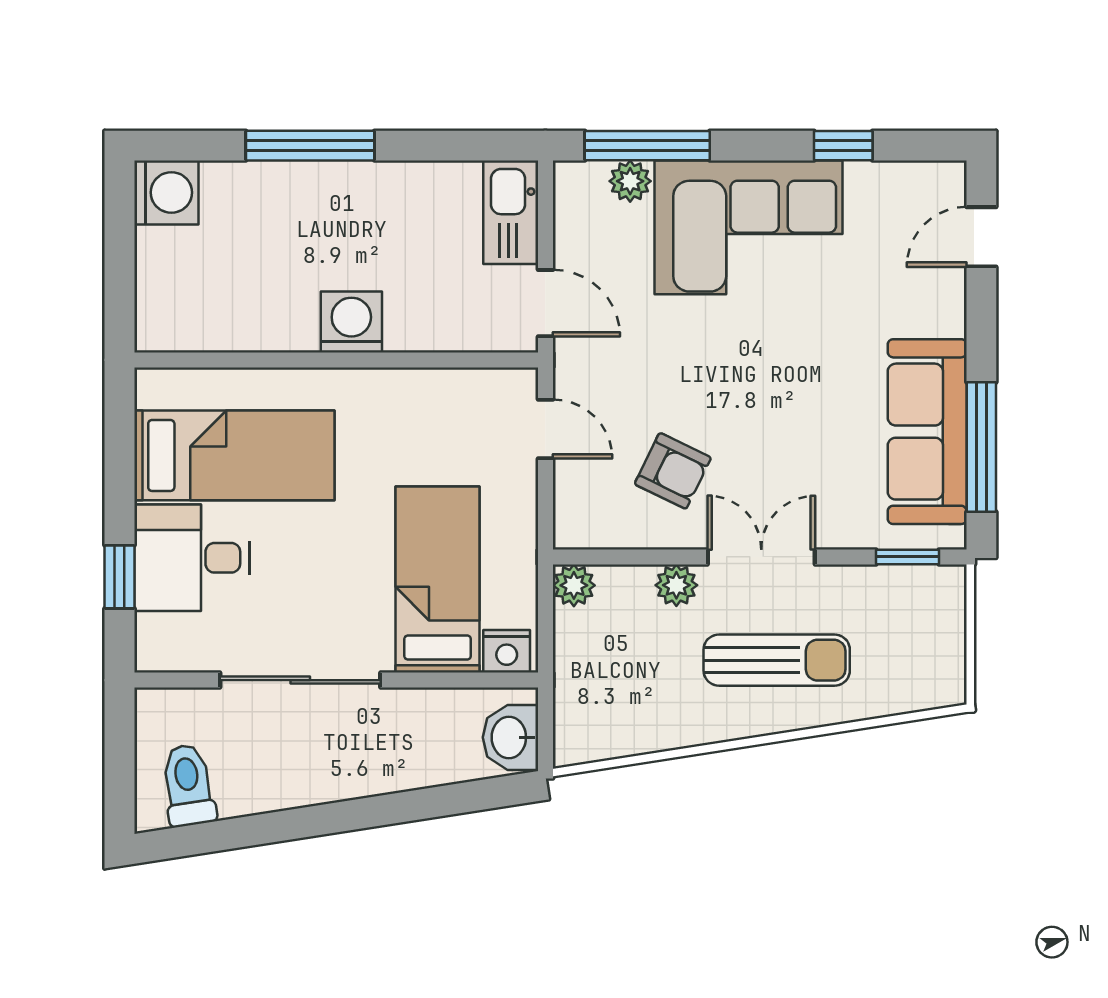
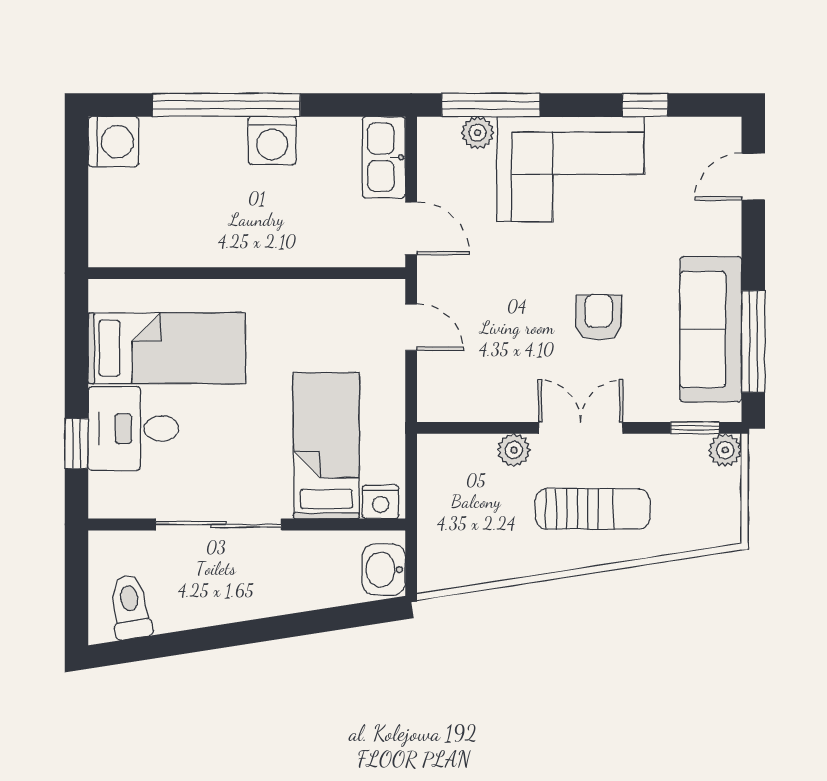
window: (310, 146) -> (226, 105), width x1.46
washing machine: (351, 322) -> (272, 141), moved, turned 180
armchair: (673, 471) -> (599, 317), moved, turned -116
plant: (574, 585) -> (725, 450), moved

